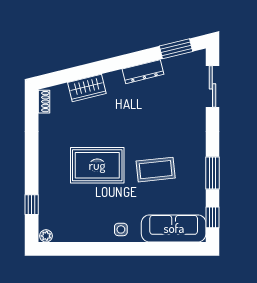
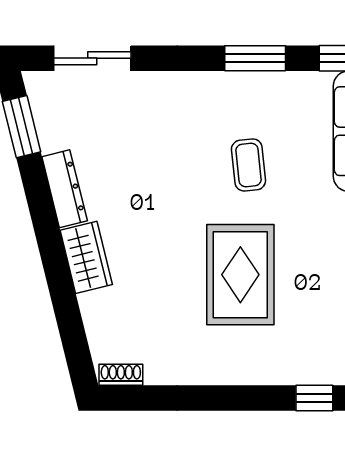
wardrobe: (87, 88) -> (86, 257), moved
coffee table: (156, 170) -> (248, 165), width x0.73, depth x0.77

